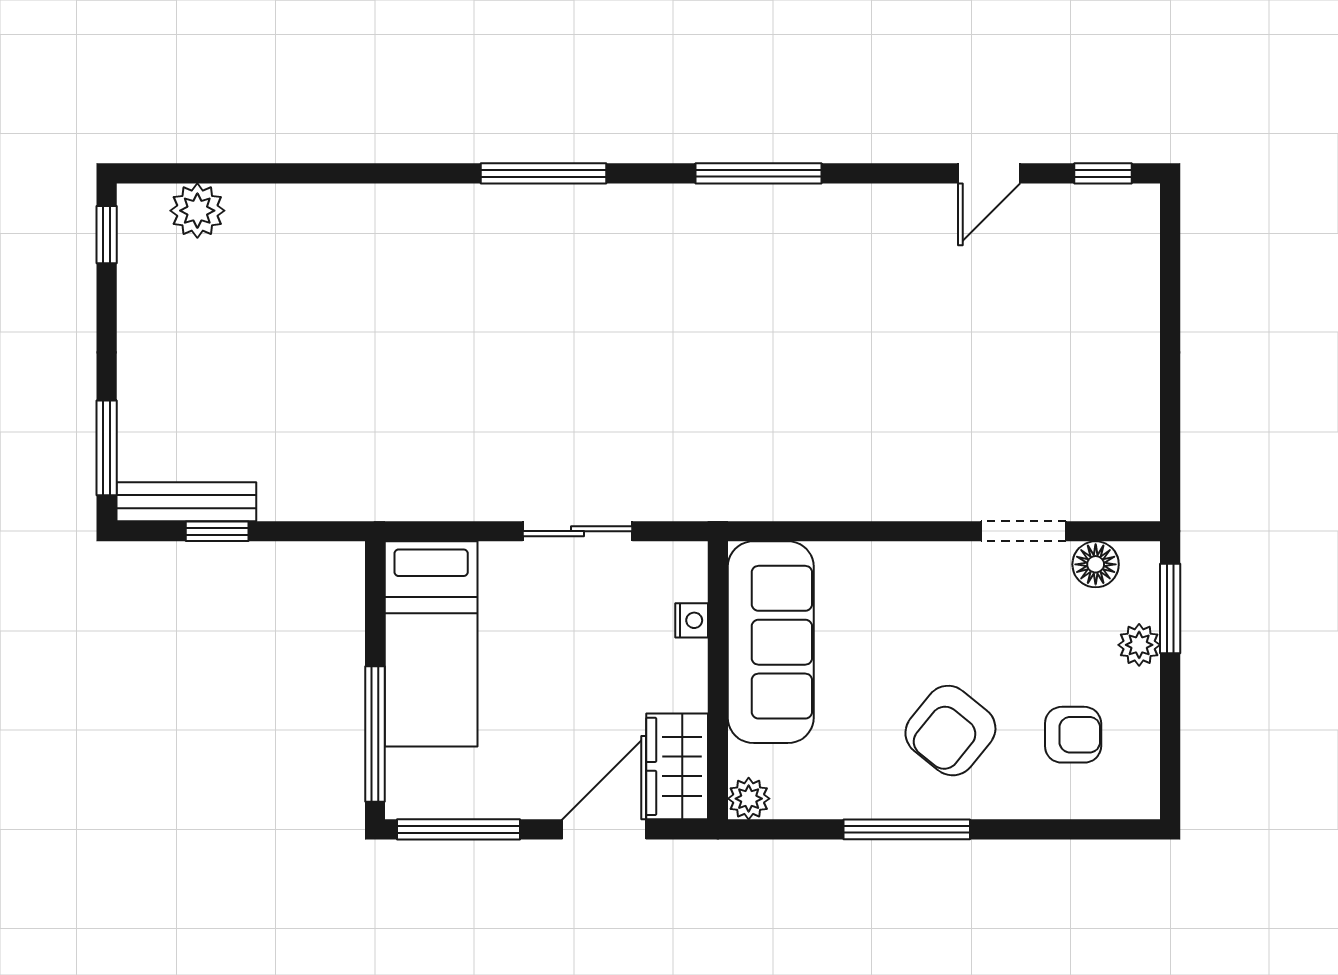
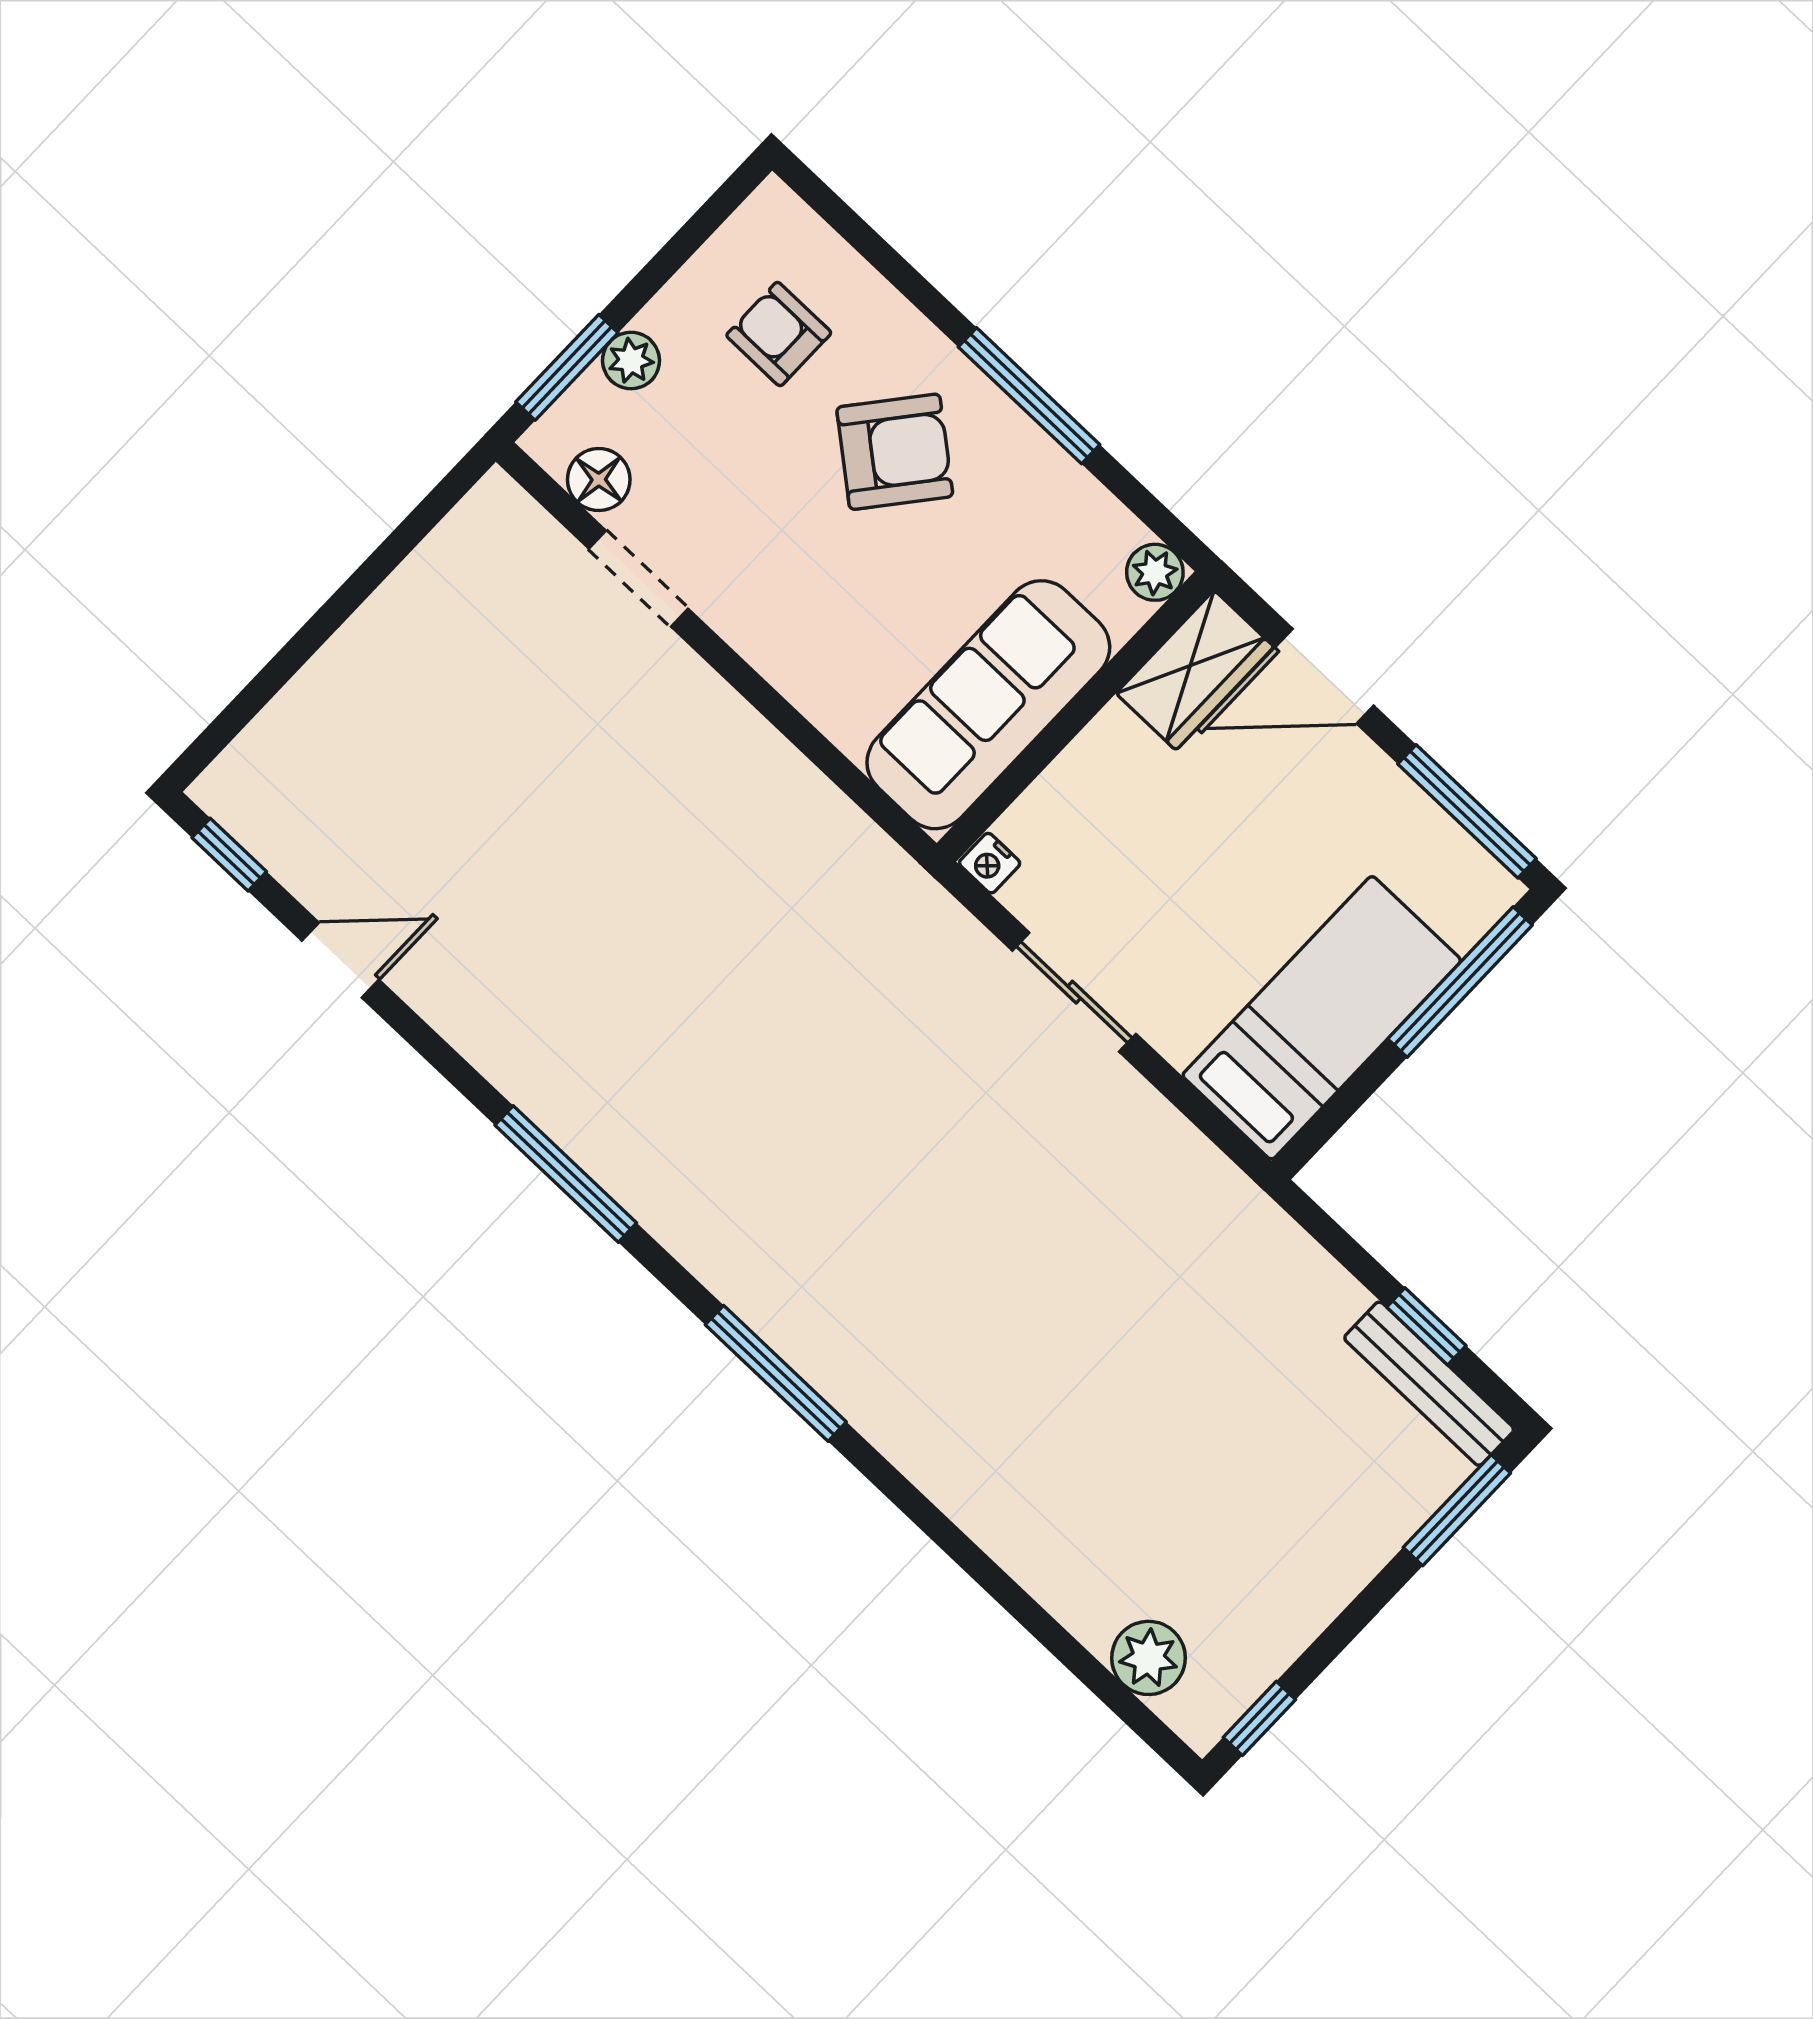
nightstand: (692, 620) -> (990, 863), moved, turned -90

